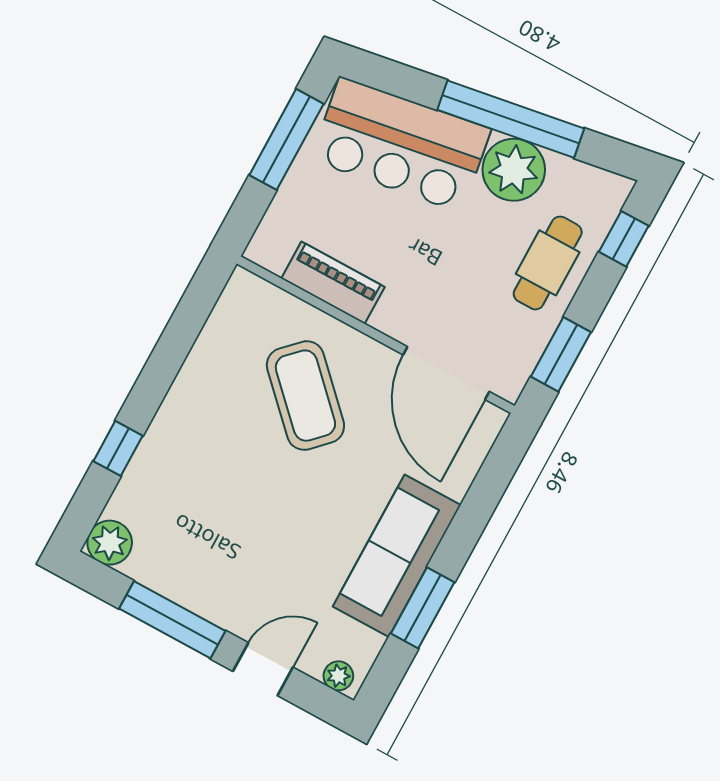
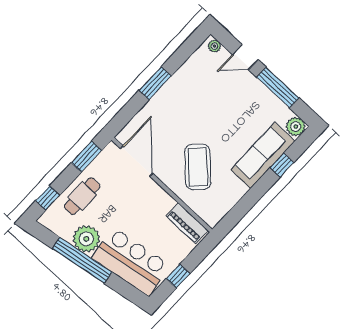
window: (286, 139) -> (178, 276), width x0.46
piano: (333, 283) -> (187, 223), moved
sofa: (397, 556) -> (263, 155), moved, turned 180
window: (423, 608) -> (155, 83), moved

